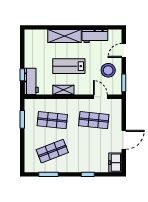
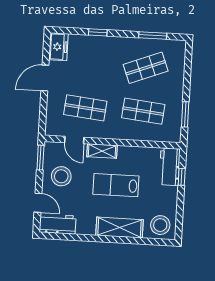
workbench: (95, 36) -> (58, 224), moved
stool: (36, 39) -> (160, 225), added
door: (124, 50) -> (38, 203), hinge flipped
lab bench: (69, 66) -> (116, 185), turned 180
shelving: (63, 90) -> (102, 151), moved

